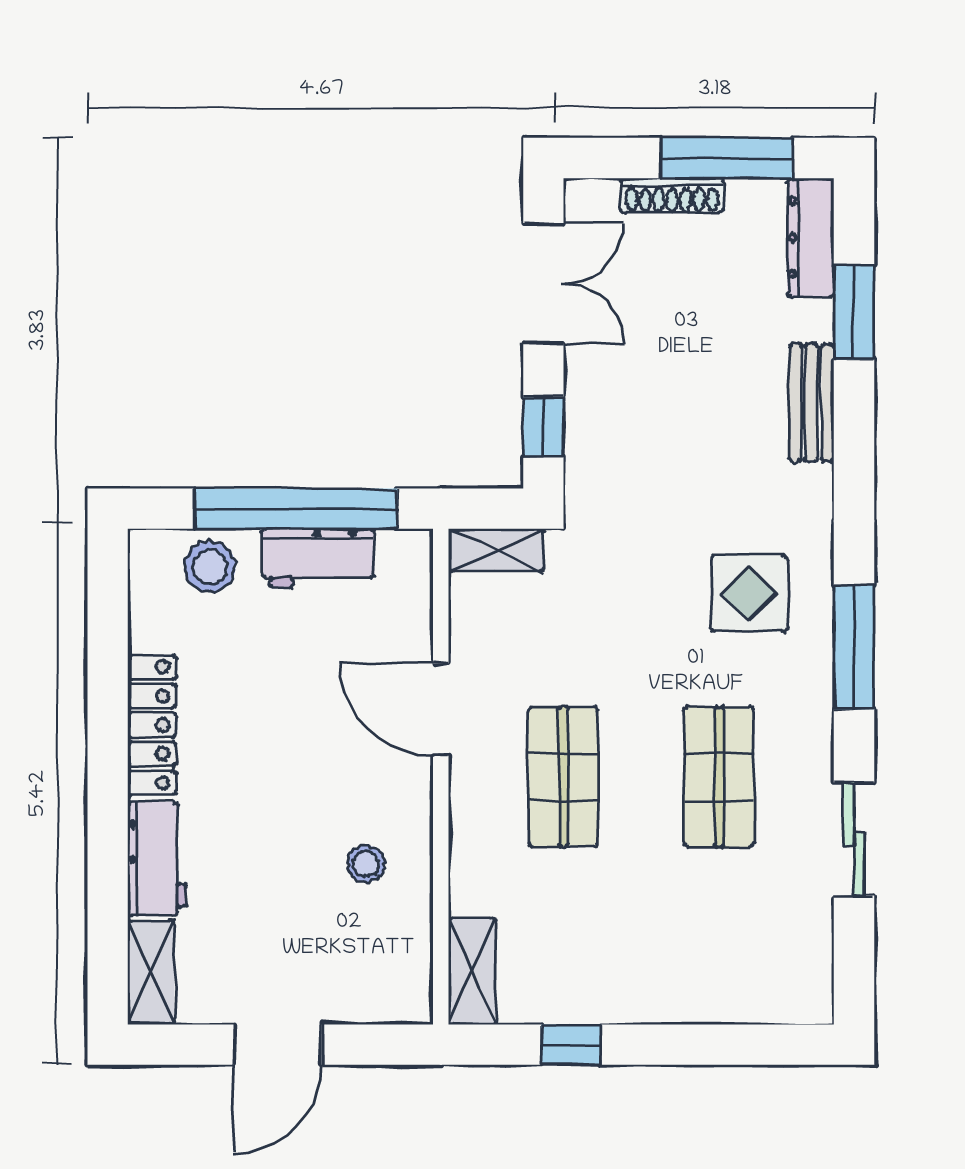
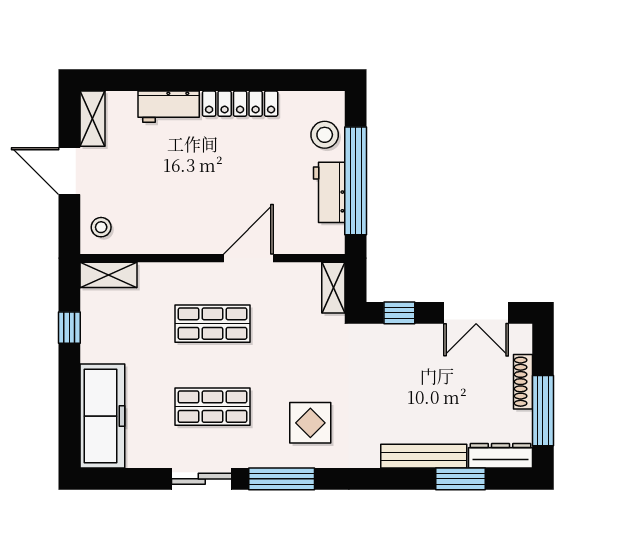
bench: (812, 403) -> (424, 456), width x1.36
sliding door: (854, 839) -> (202, 479), moved
stool: (366, 864) -> (101, 227), moved
shelving: (151, 972) -> (92, 119), moved, turned 90
freezer: (736, 983) -> (102, 416), added

